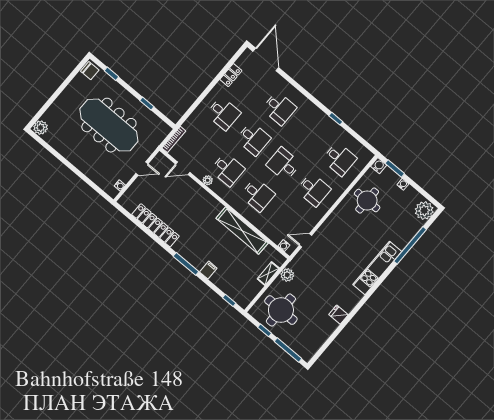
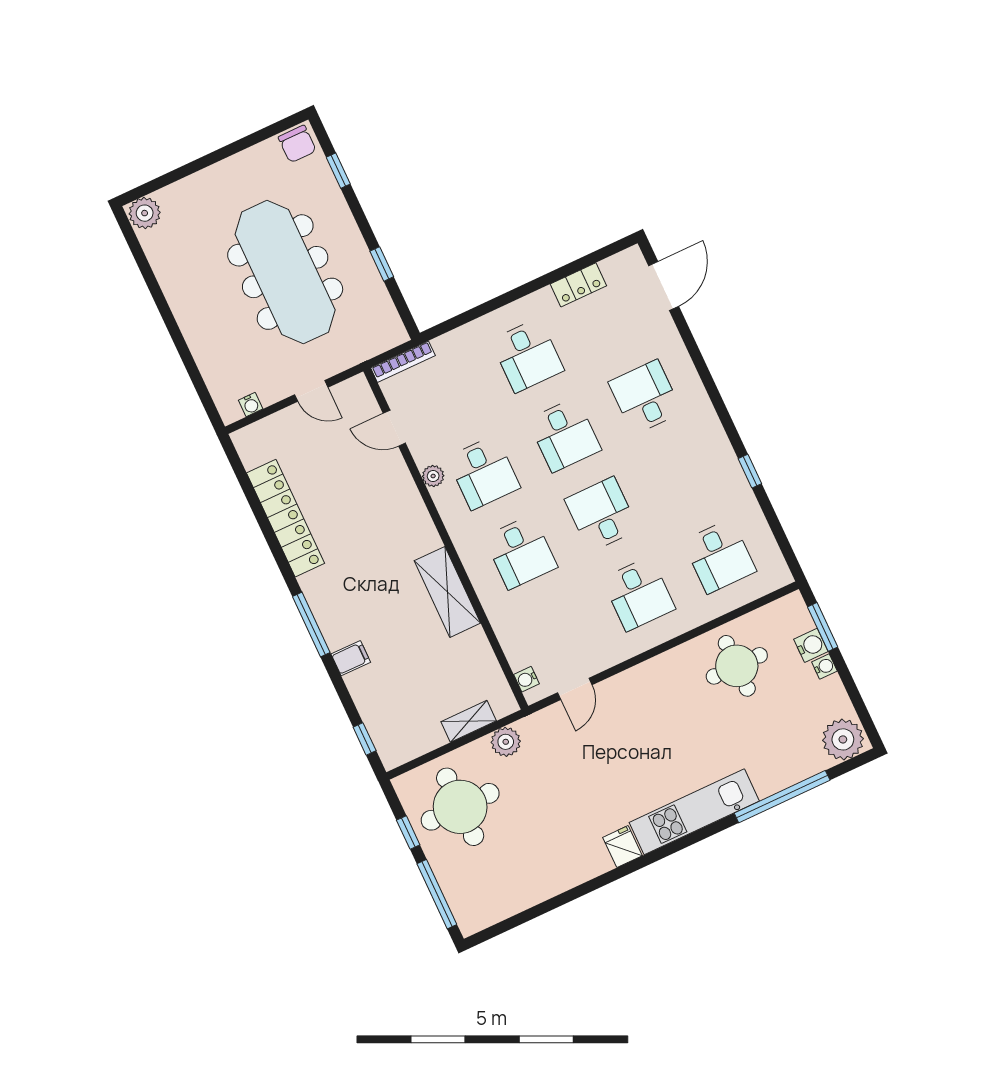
door: (266, 59) -> (664, 286), width x0.73
desk: (279, 108) -> (645, 397), turned 180
water cooler: (379, 166) -> (811, 645), moved
shelving: (242, 231) -> (447, 592), width x0.68
door: (305, 240) -> (575, 689), swing flipped
fridge: (339, 315) -> (622, 847), moved

